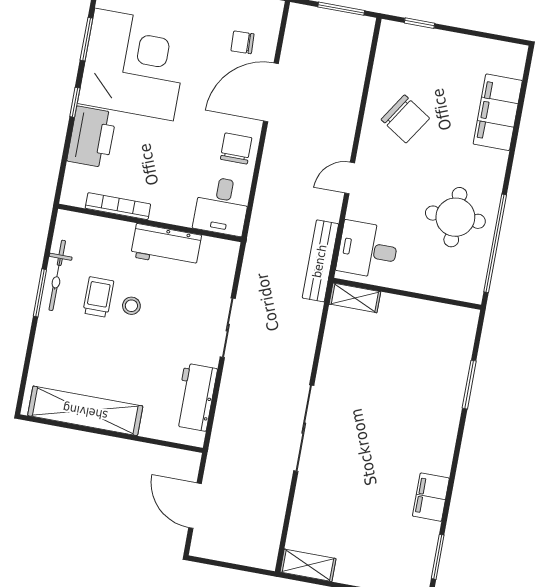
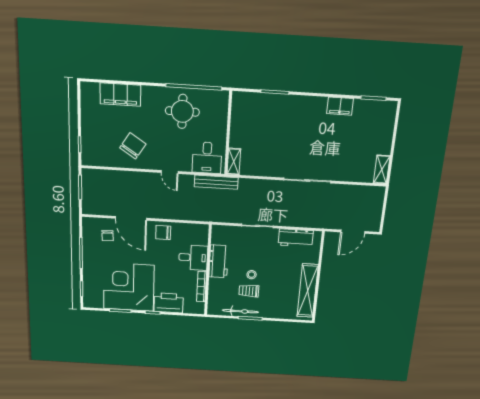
desk: (222, 206) -> (193, 258), moved

